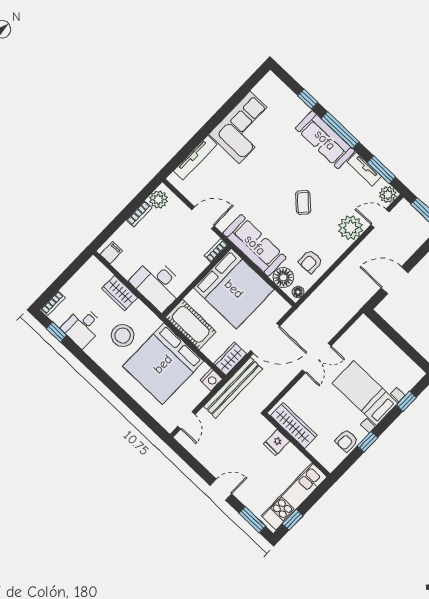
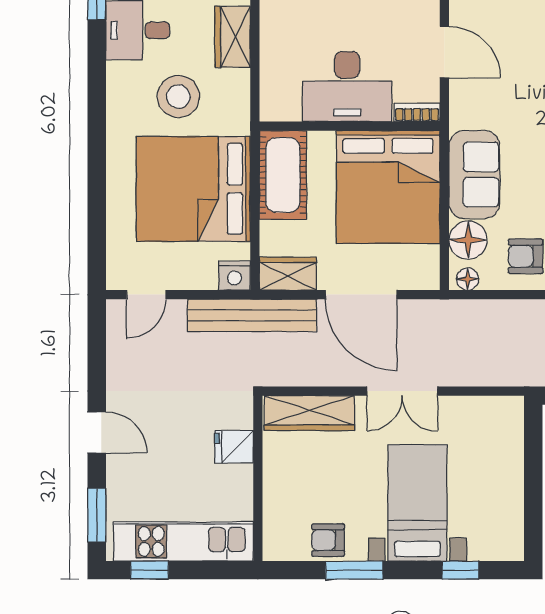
sofa: (255, 245) -> (474, 175), width x0.73
desk: (158, 284) -> (347, 87), moved, turned -90
wardrobe: (294, 425) -> (309, 413), moved, turned 90
window: (368, 442) -> (354, 570), width x1.50

